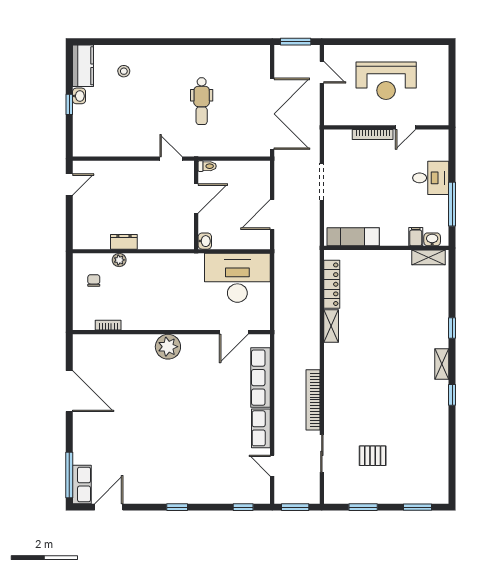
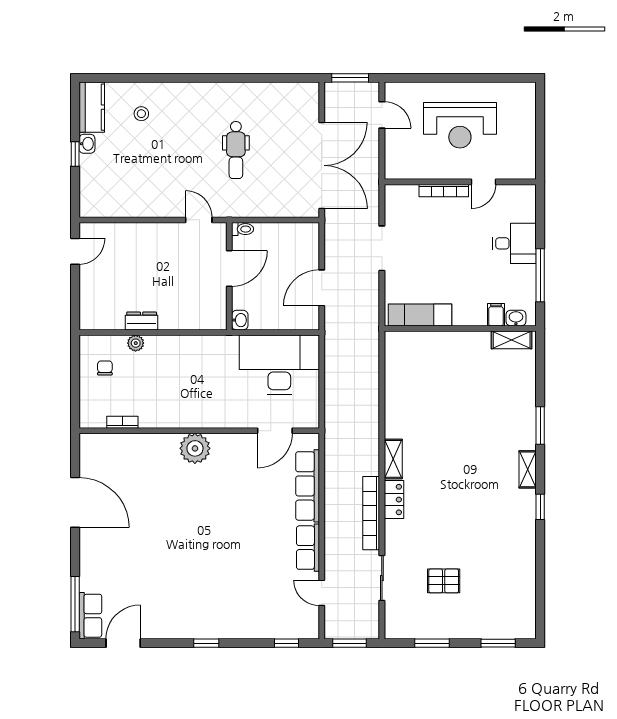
locker: (332, 284) -> (394, 500), moved, width x0.66
shelving: (331, 326) -> (393, 459), moved
window: (452, 328) -> (540, 426), width x1.50

